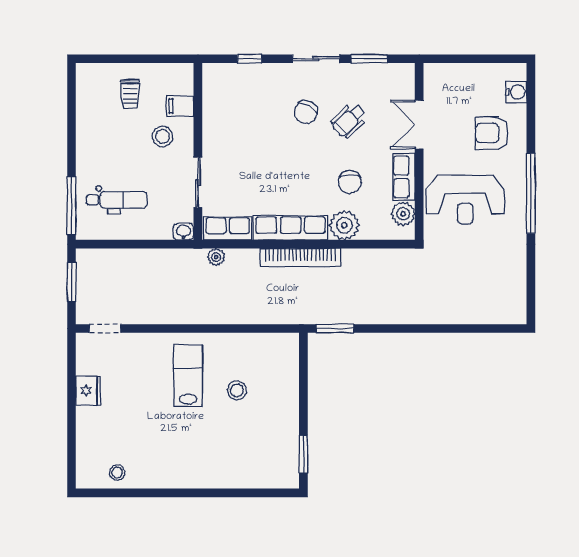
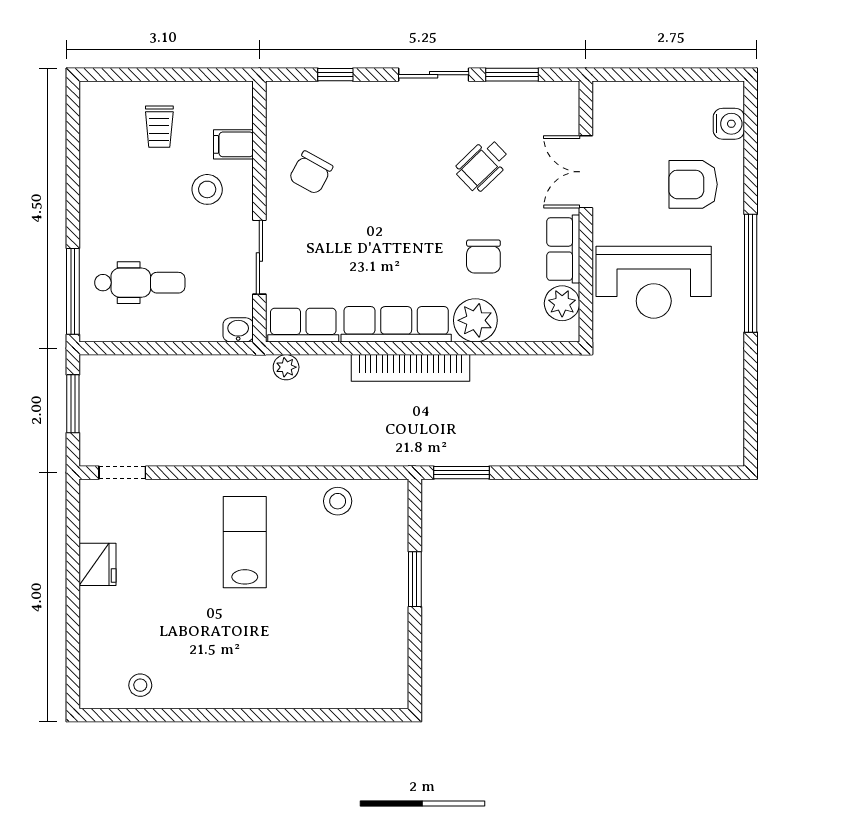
chair: (306, 112) -> (311, 173), moved
stool: (237, 390) -> (338, 501), moved
window: (303, 454) -> (415, 579), moved

